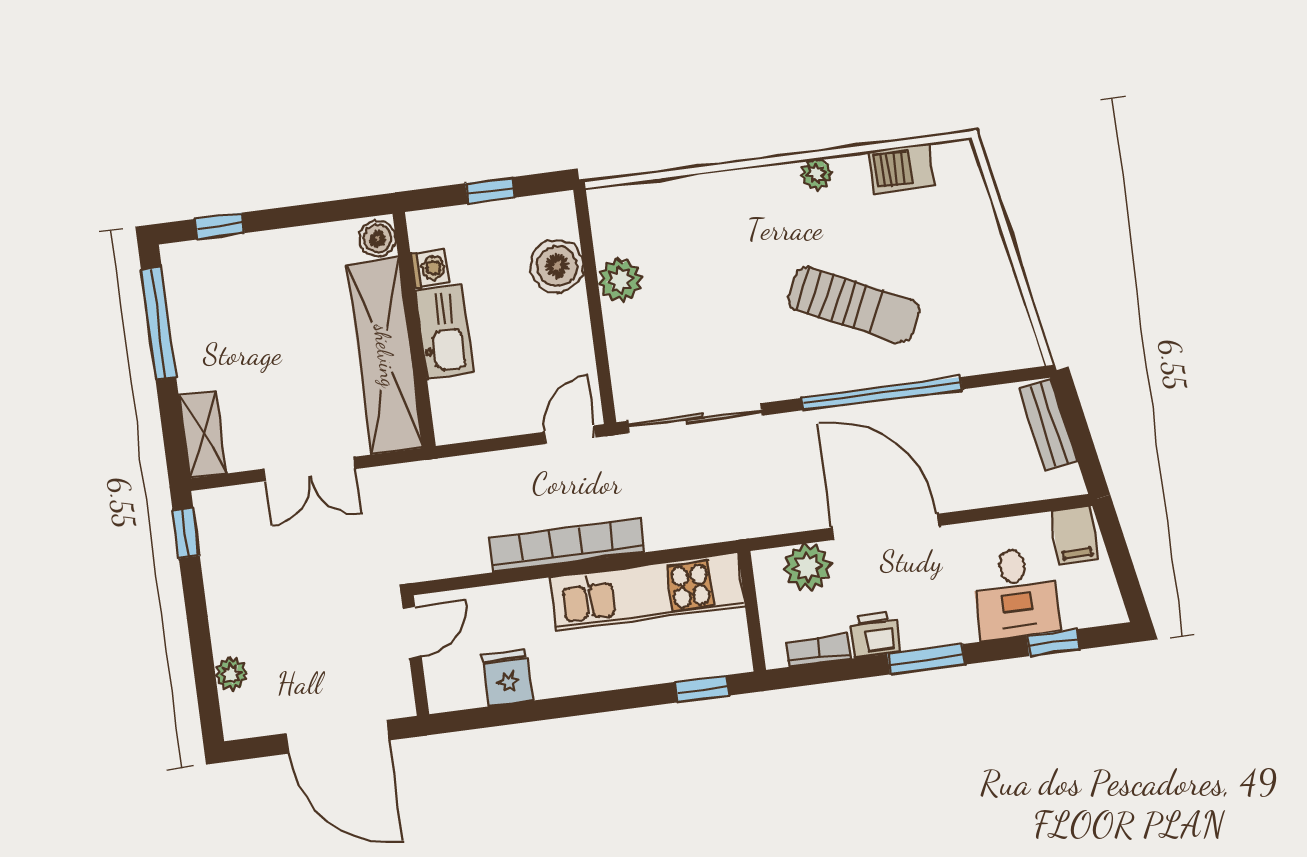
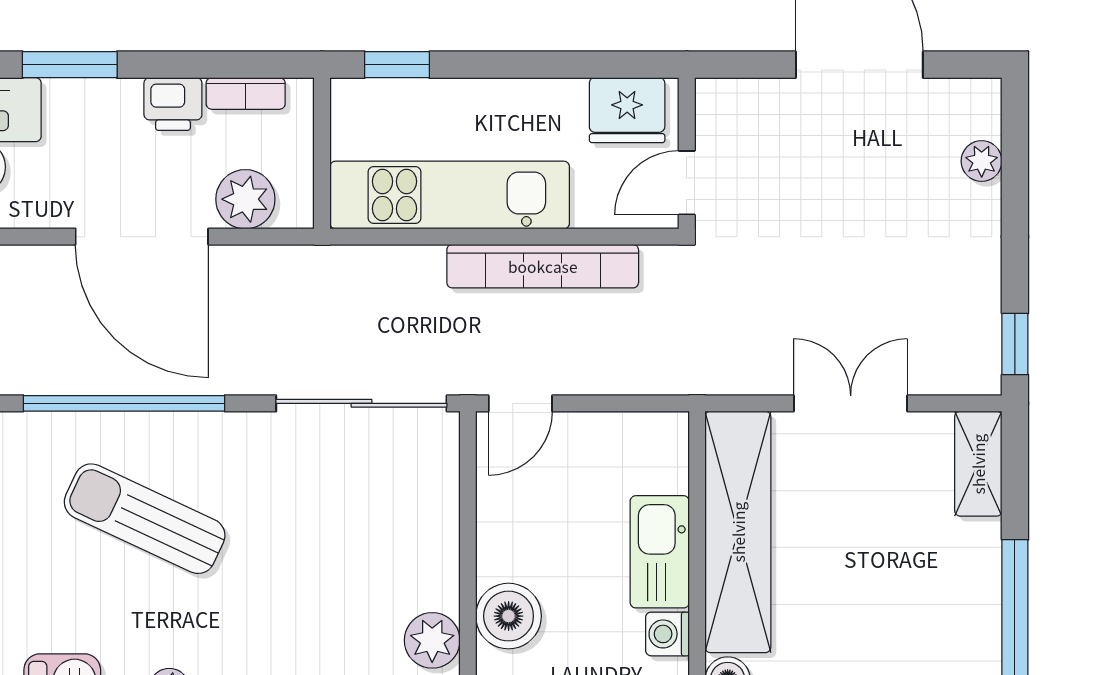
plant: (620, 280) -> (432, 640), moved
door: (412, 632) -> (687, 183), moved
wall: (415, 656) -> (687, 153), moved
window: (926, 659) -> (70, 65), moved
fridge: (508, 678) -> (627, 110), width x1.38

